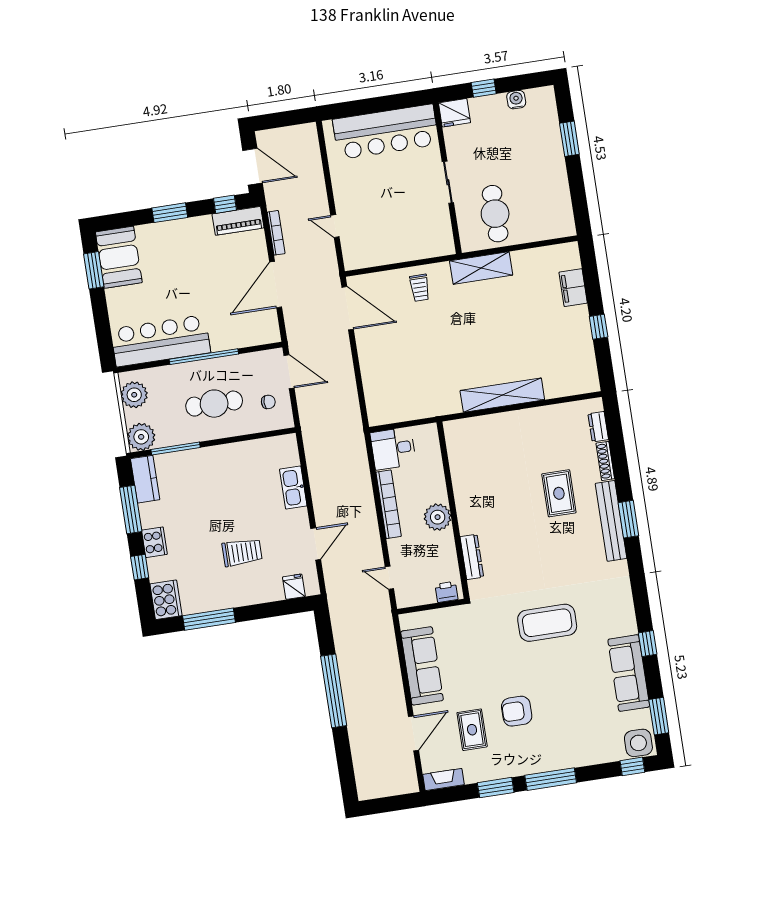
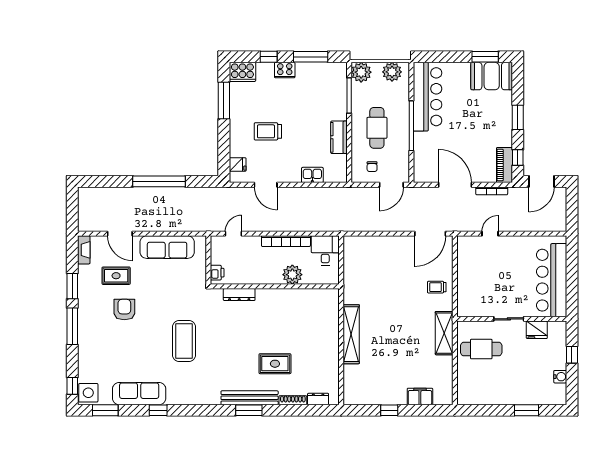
fridge: (455, 113) -> (537, 330), moved, turned -90
kitchen counter: (145, 479) -> (339, 137), moved, turned 90
kitchen sink: (293, 488) -> (312, 175), width x0.73
plant: (438, 517) -> (292, 275), moved
trolley: (242, 552) -> (268, 131), turned 90

